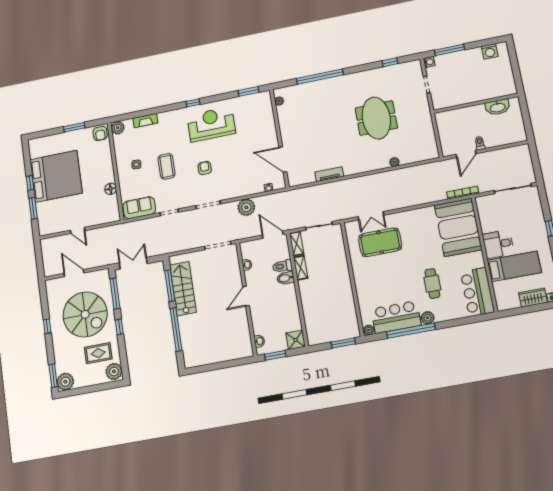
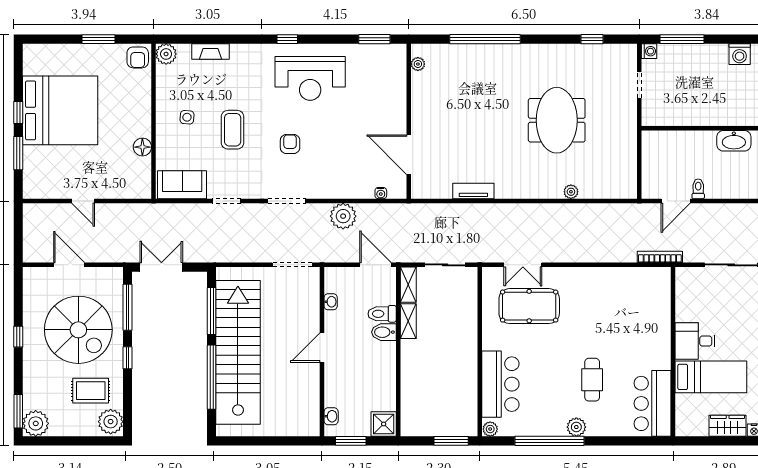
reception desk: (211, 124) -> (310, 78), turned 180
booth: (458, 227) -> (644, 306), removed
stairs: (183, 289) -> (238, 352), width x1.86, depth x1.51
bar counter: (396, 317) -> (500, 384), moved, turned 90

